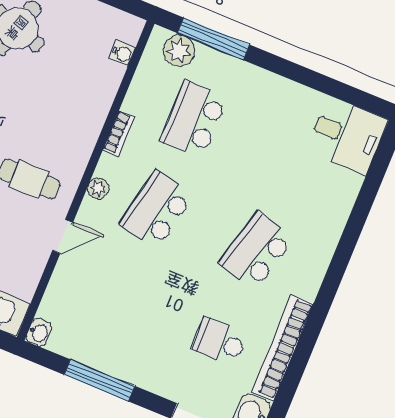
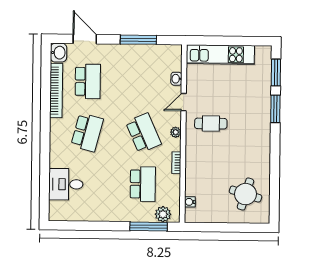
desk: (347, 135) -> (66, 184), moved
school desk: (157, 210) -> (143, 133), turned -36
washbasin: (39, 333) -> (176, 79), moved
school desk: (220, 342) -> (88, 81), width x1.85

